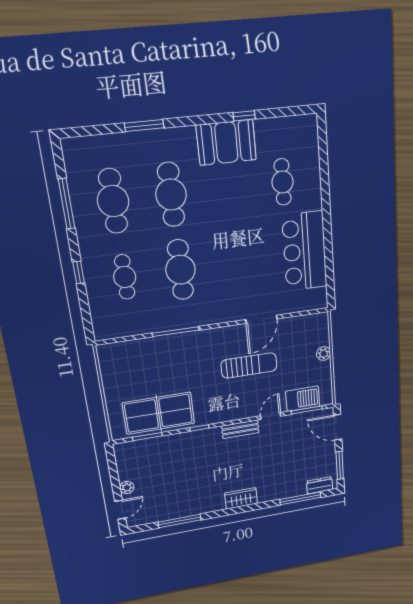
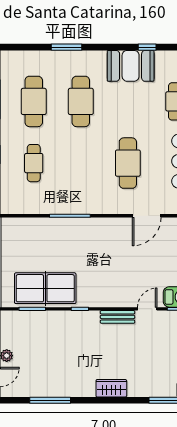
cafe table: (180, 270) -> (128, 163), moved
sun lounger: (249, 365) -> (132, 257), removed

